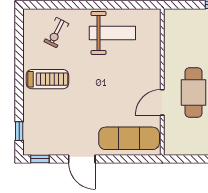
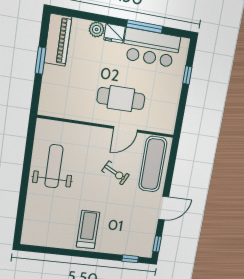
exercise bike: (56, 33) -> (116, 173), moved
door: (162, 102) -> (125, 129), hinge flipped

